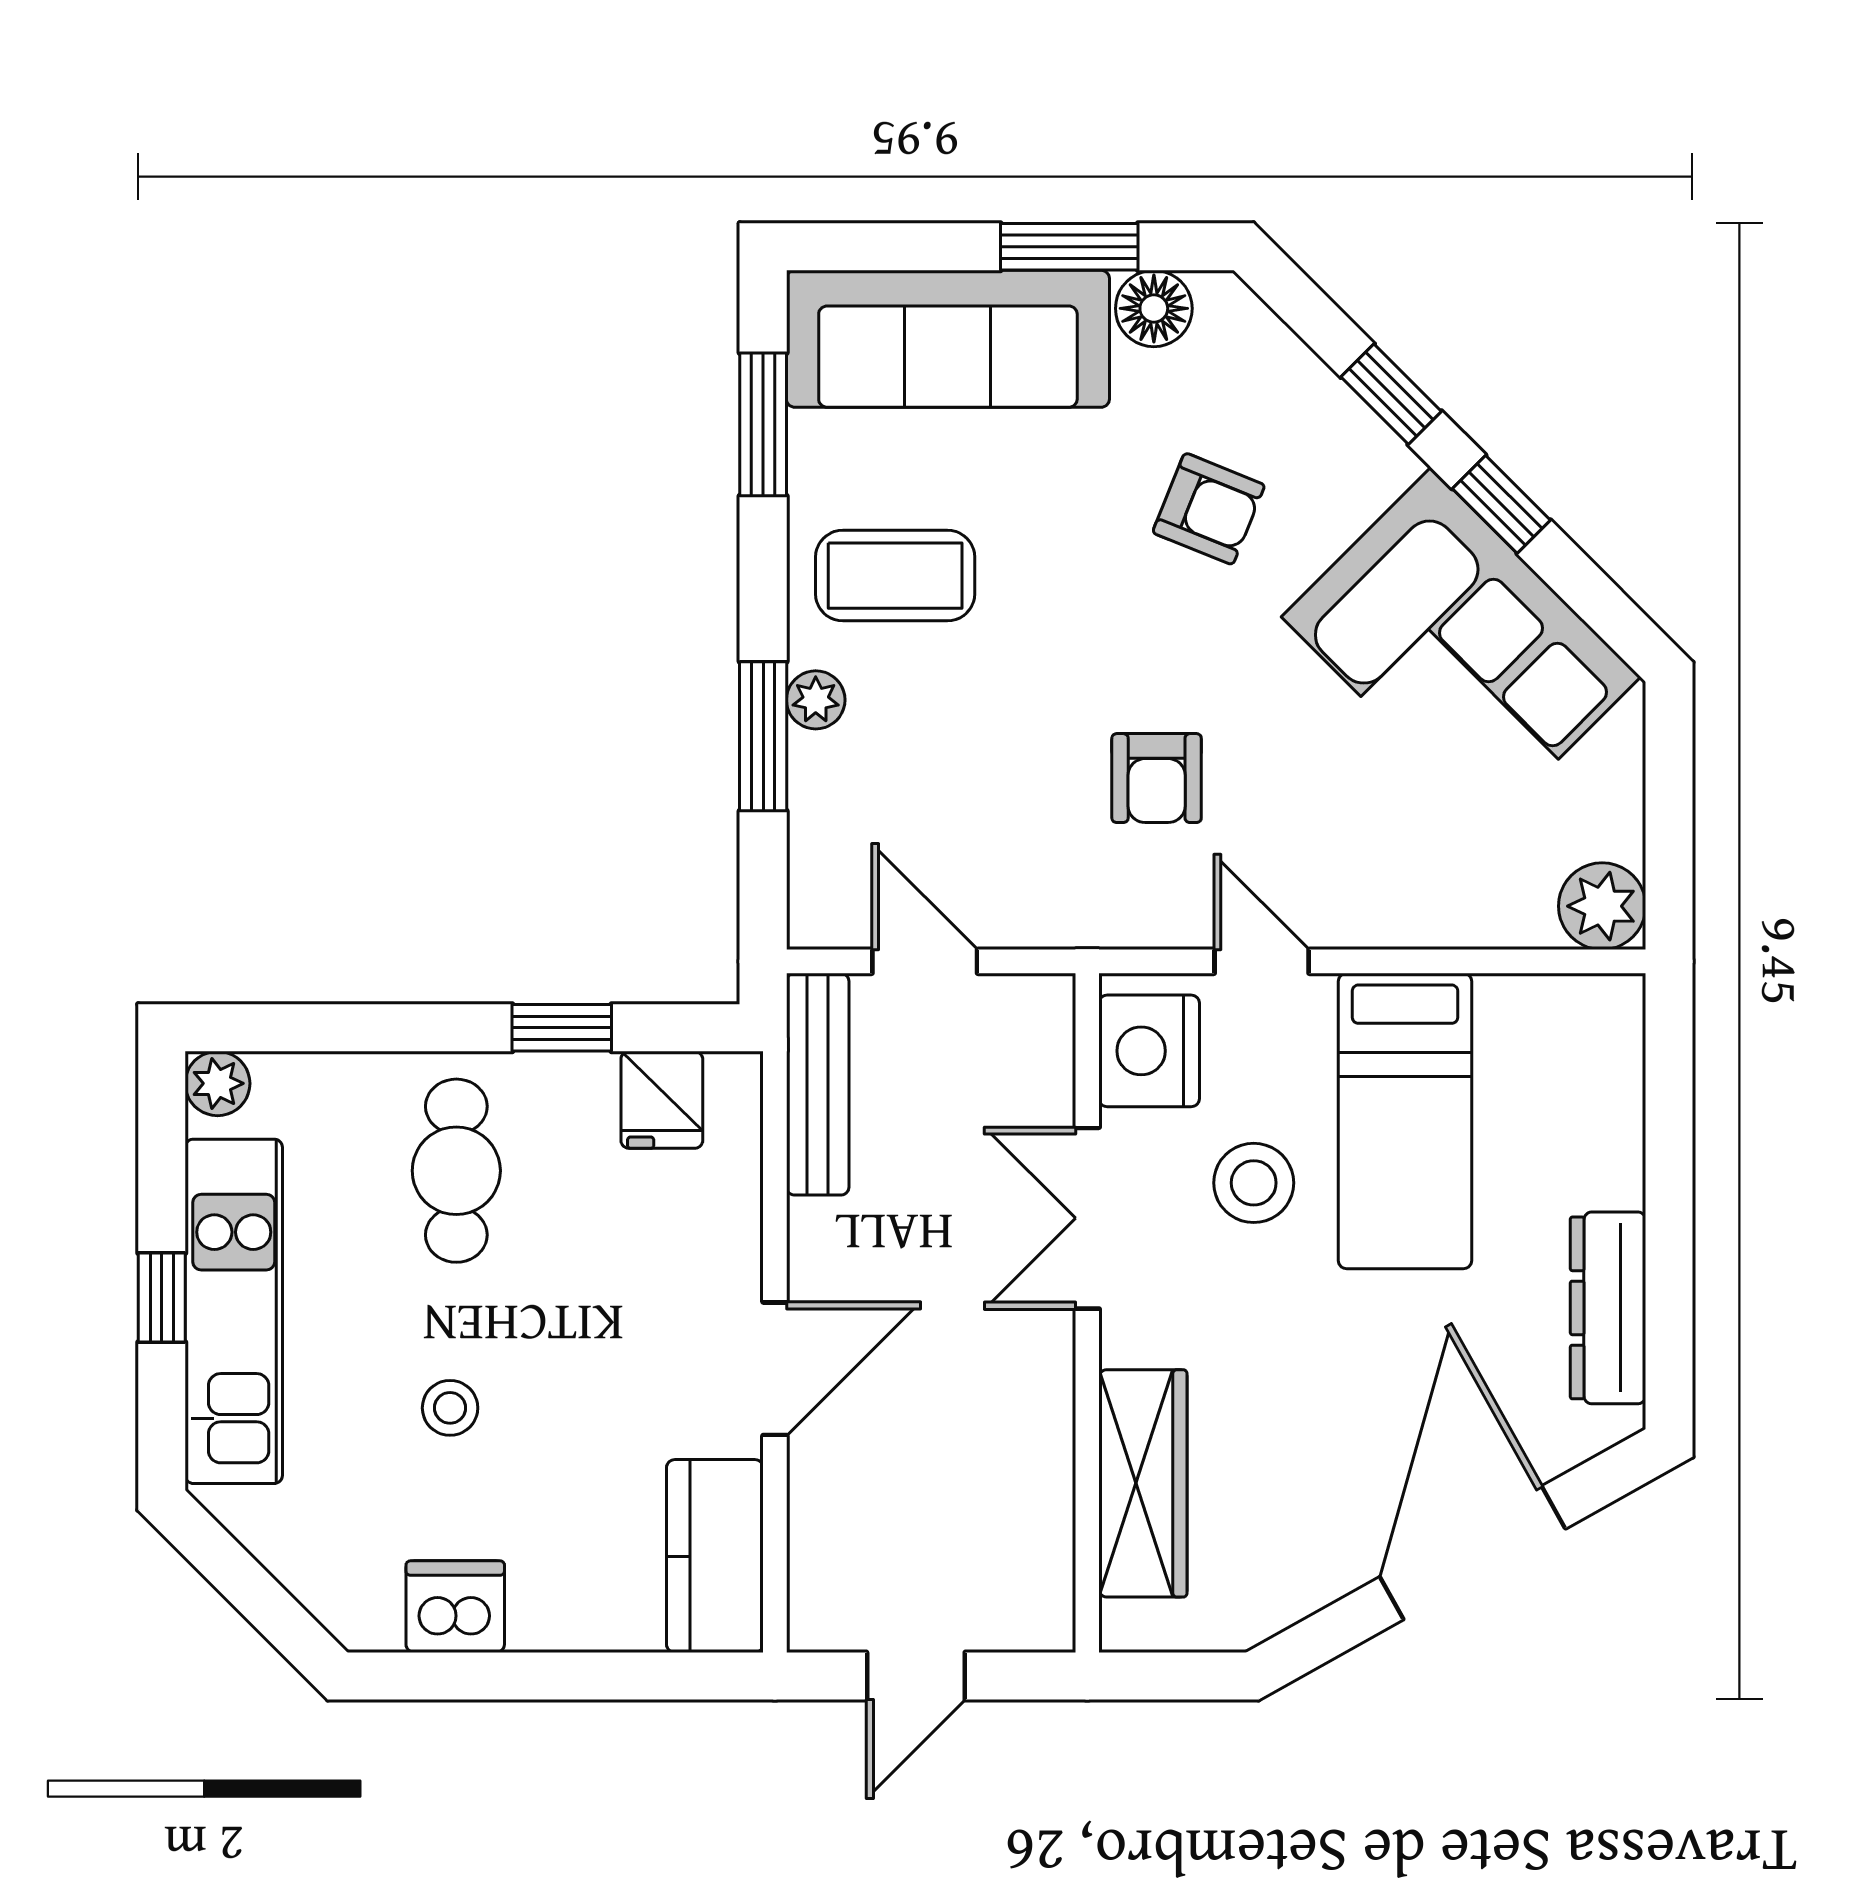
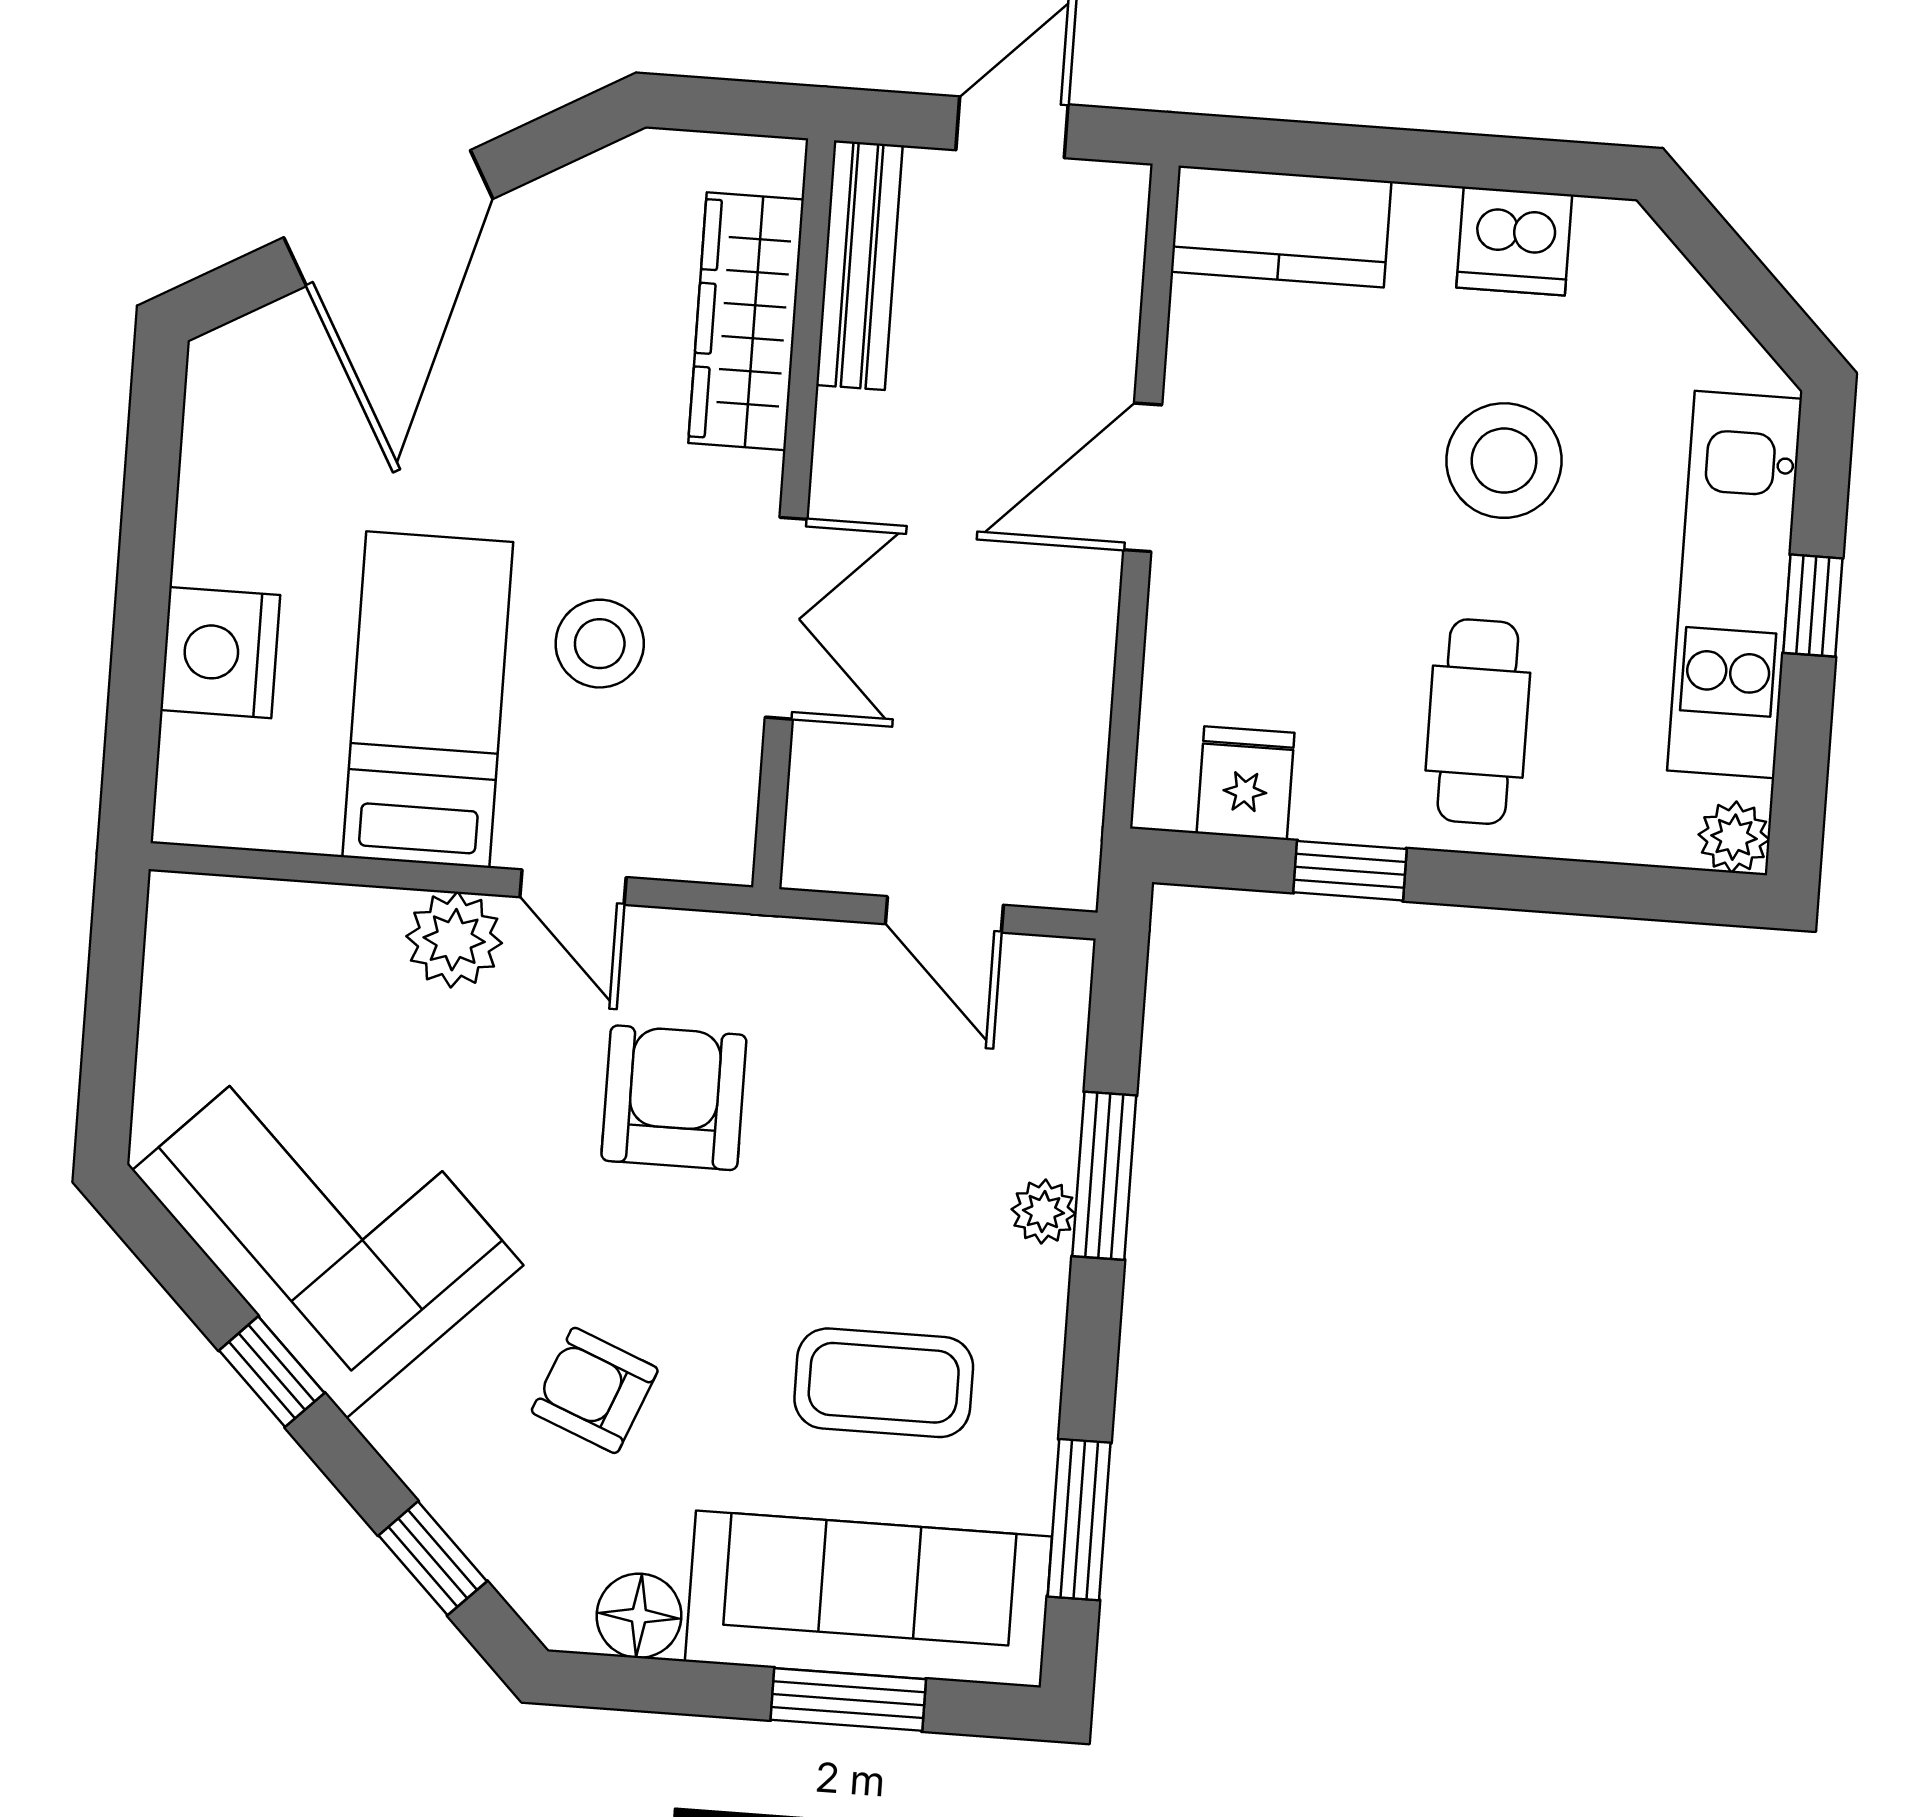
window: (1069, 247) -> (848, 1699), moved
window: (1391, 394) -> (433, 1558), moved
coffee table: (895, 576) -> (884, 1383), moved
armchair: (1157, 778) -> (674, 1098), width x1.38, depth x1.38
plant: (1602, 906) -> (454, 940), moved
nightstand: (1149, 1051) -> (220, 653), moved, turned 180
bench: (818, 1084) -> (859, 265), moved
dresser: (1608, 1308) -> (219, 477), removed
stool: (450, 1408) -> (1504, 461), width x1.89, depth x1.89
kitchen counter: (715, 1556) -> (1281, 227), moved, turned 90

